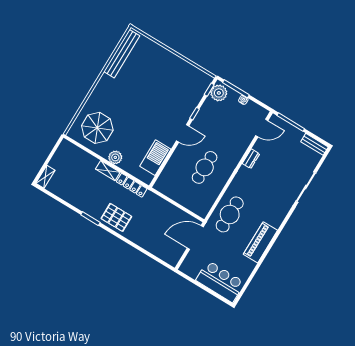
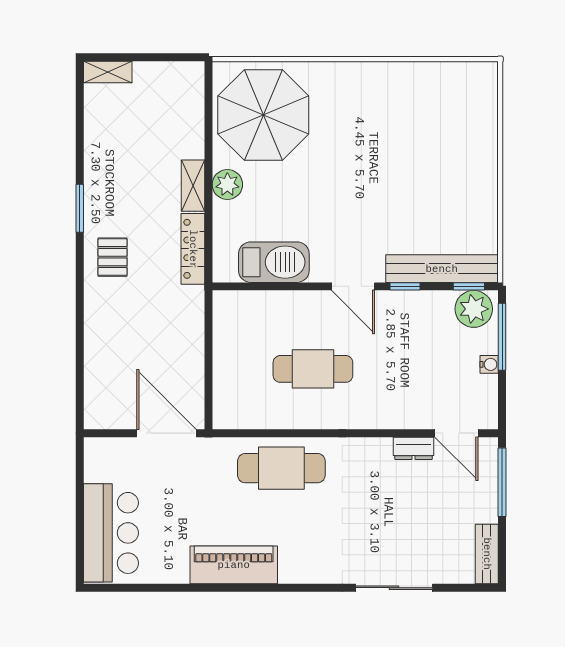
bench: (122, 54) -> (442, 269), moved
parasol: (97, 128) -> (263, 115), width x1.36, depth x1.36
dresser: (251, 159) -> (413, 448), moved
cafe table: (230, 214) -> (281, 468), moved
pallet: (116, 217) -> (113, 257), width x0.67, depth x0.71

